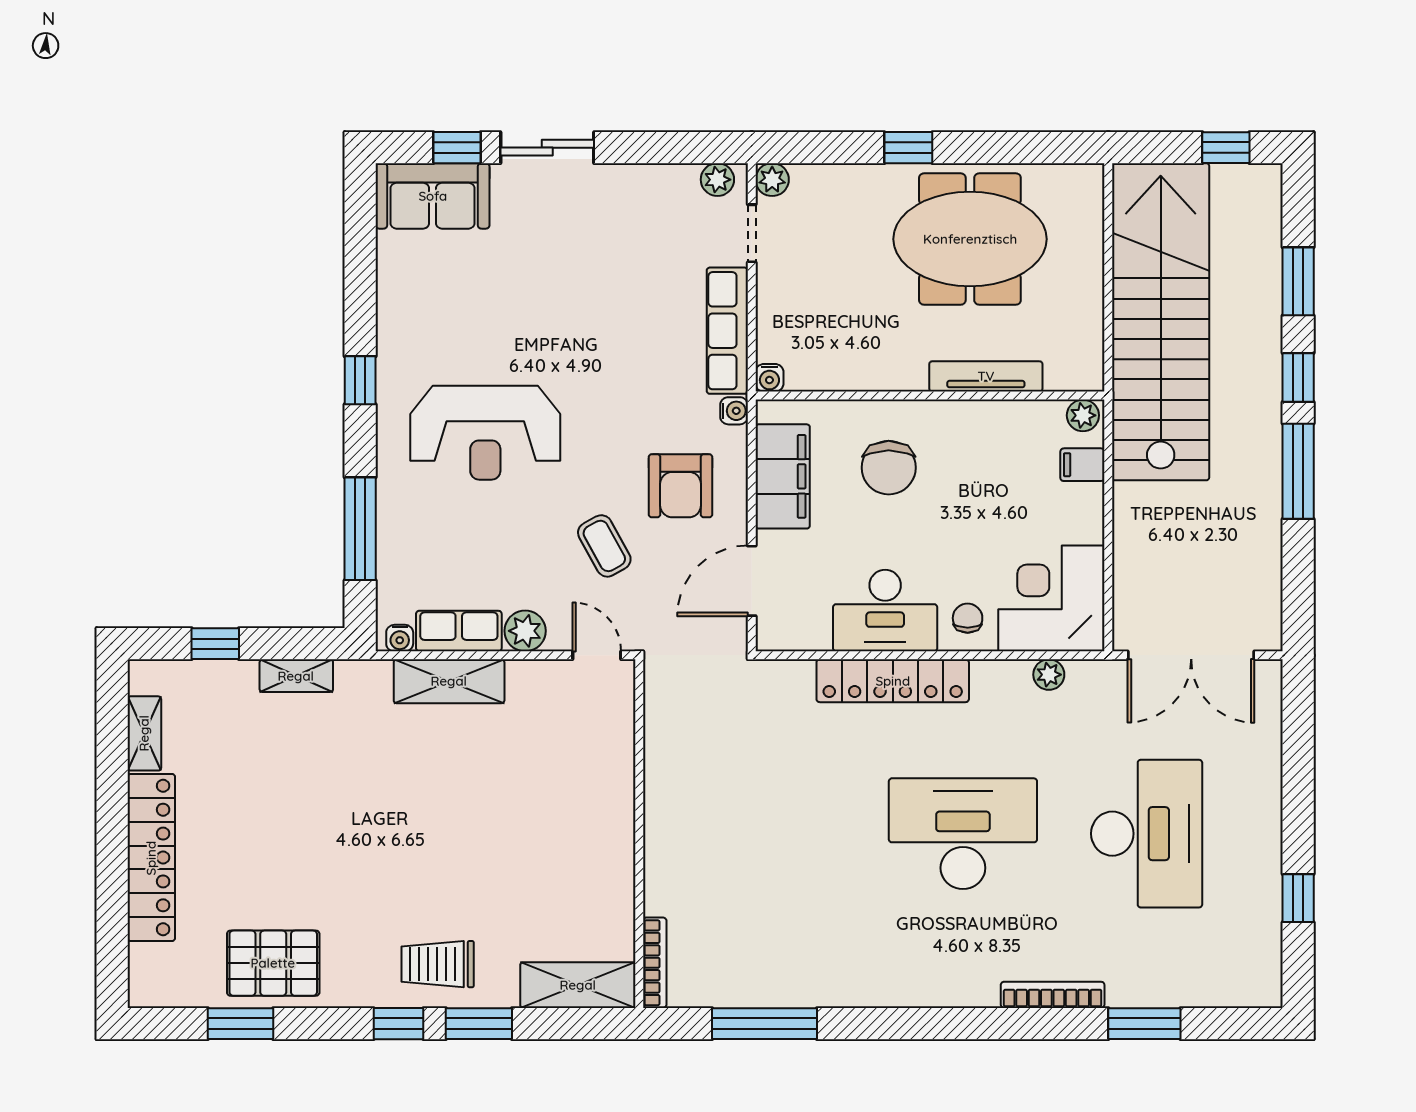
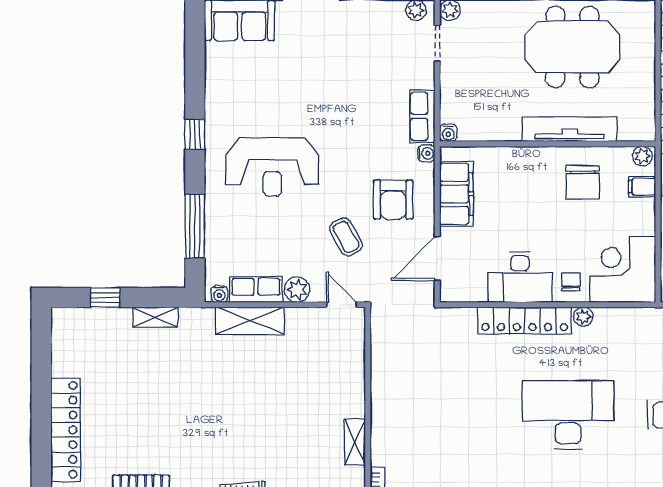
row of seats: (727, 331) -> (422, 116), width x0.68
tv unit: (986, 376) -> (570, 129), width x1.36, depth x1.29
chair: (889, 468) -> (583, 182), moved
plant: (1049, 675) -> (583, 317), moved
shelving: (144, 733) -> (355, 442), moved

